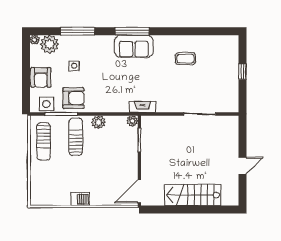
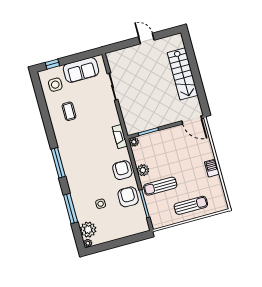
sofa: (134, 46) -> (81, 70), moved, turned 90
window: (242, 72) -> (52, 64), moved
armchair: (41, 77) -> (122, 170), moved, turned -90
side table: (47, 104) -> (55, 85), moved
sun lounger: (44, 141) -> (191, 205), moved

